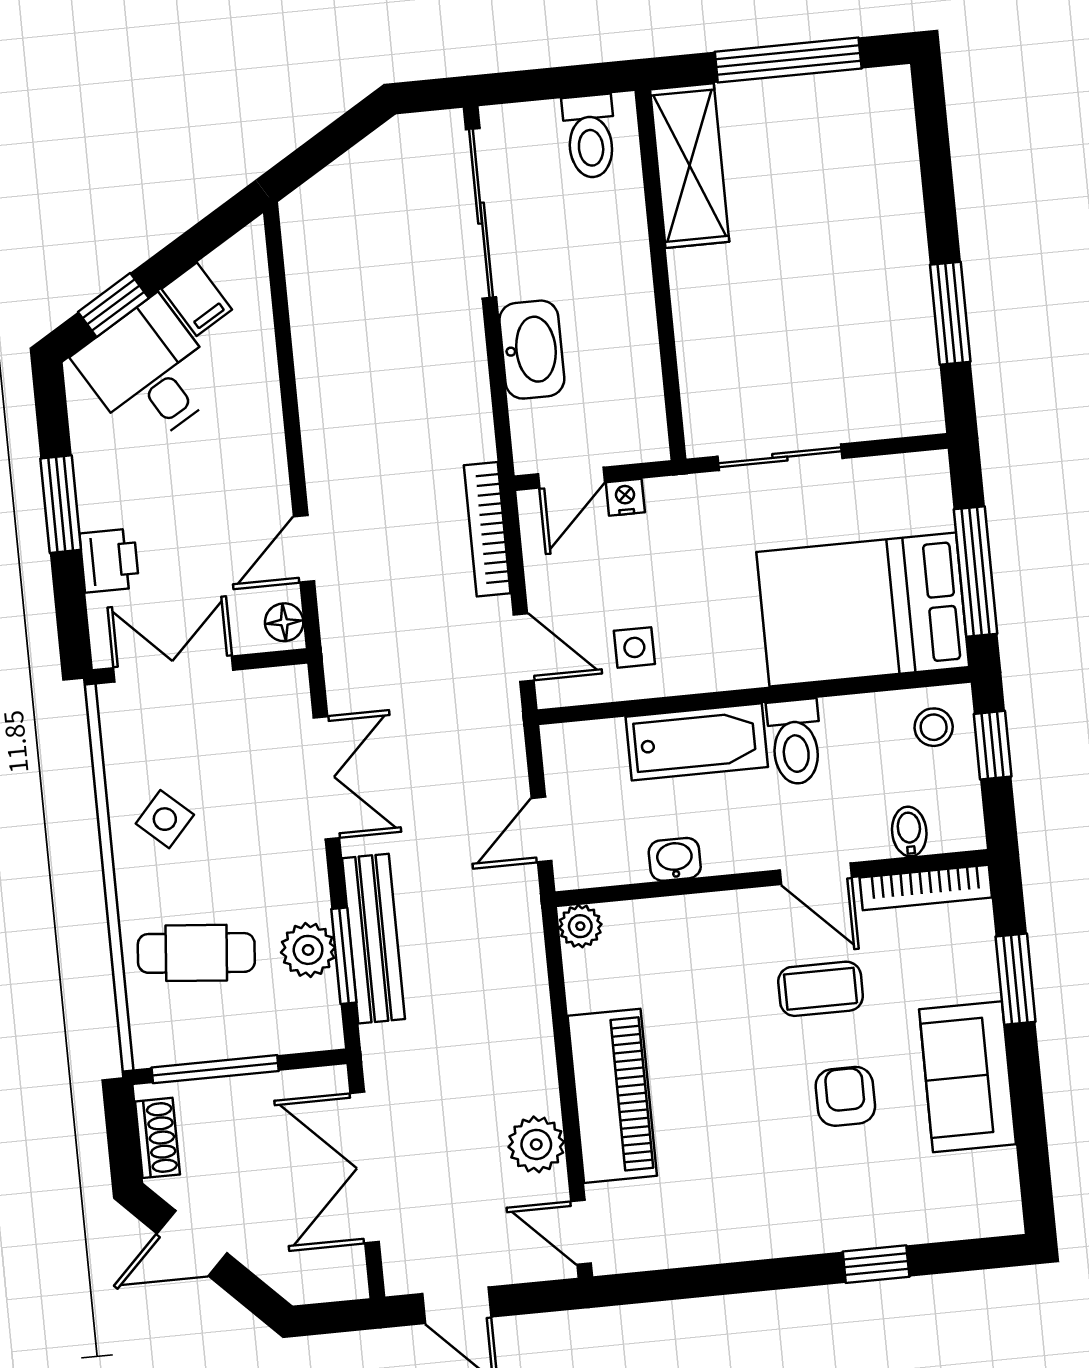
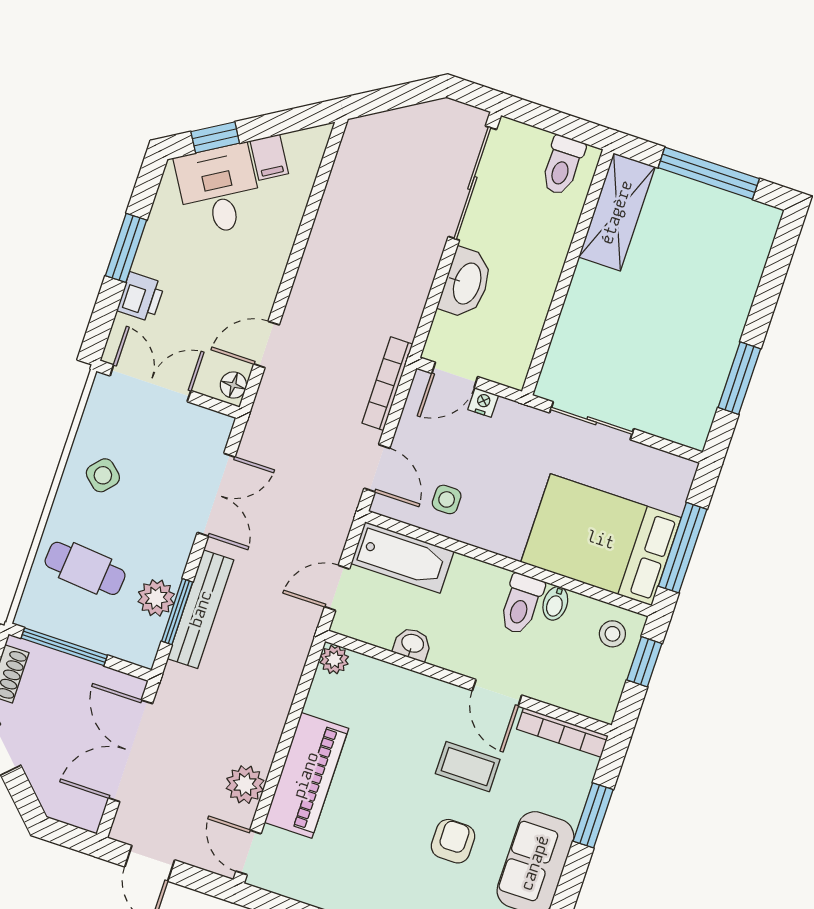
bathtub: (697, 742) -> (402, 557), moved
bidet: (909, 832) -> (555, 603), moved, turned 180

